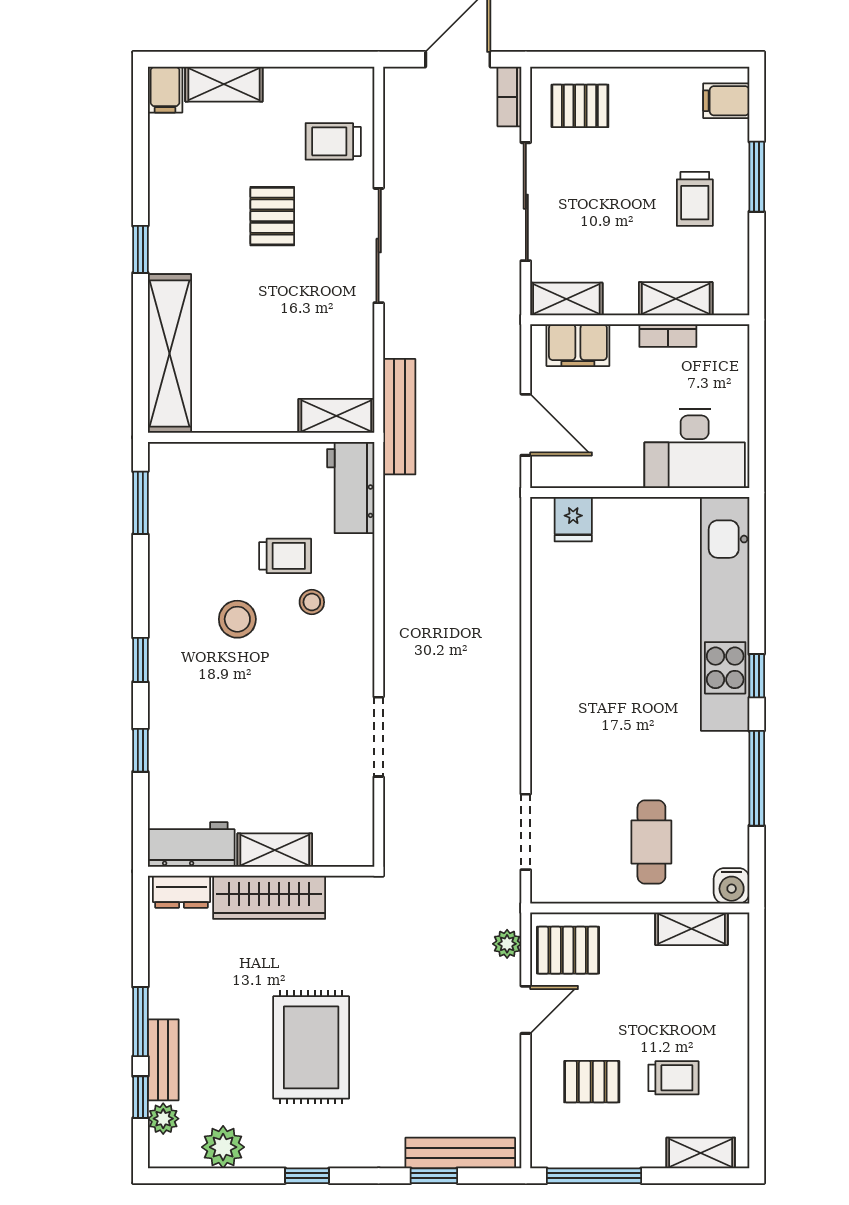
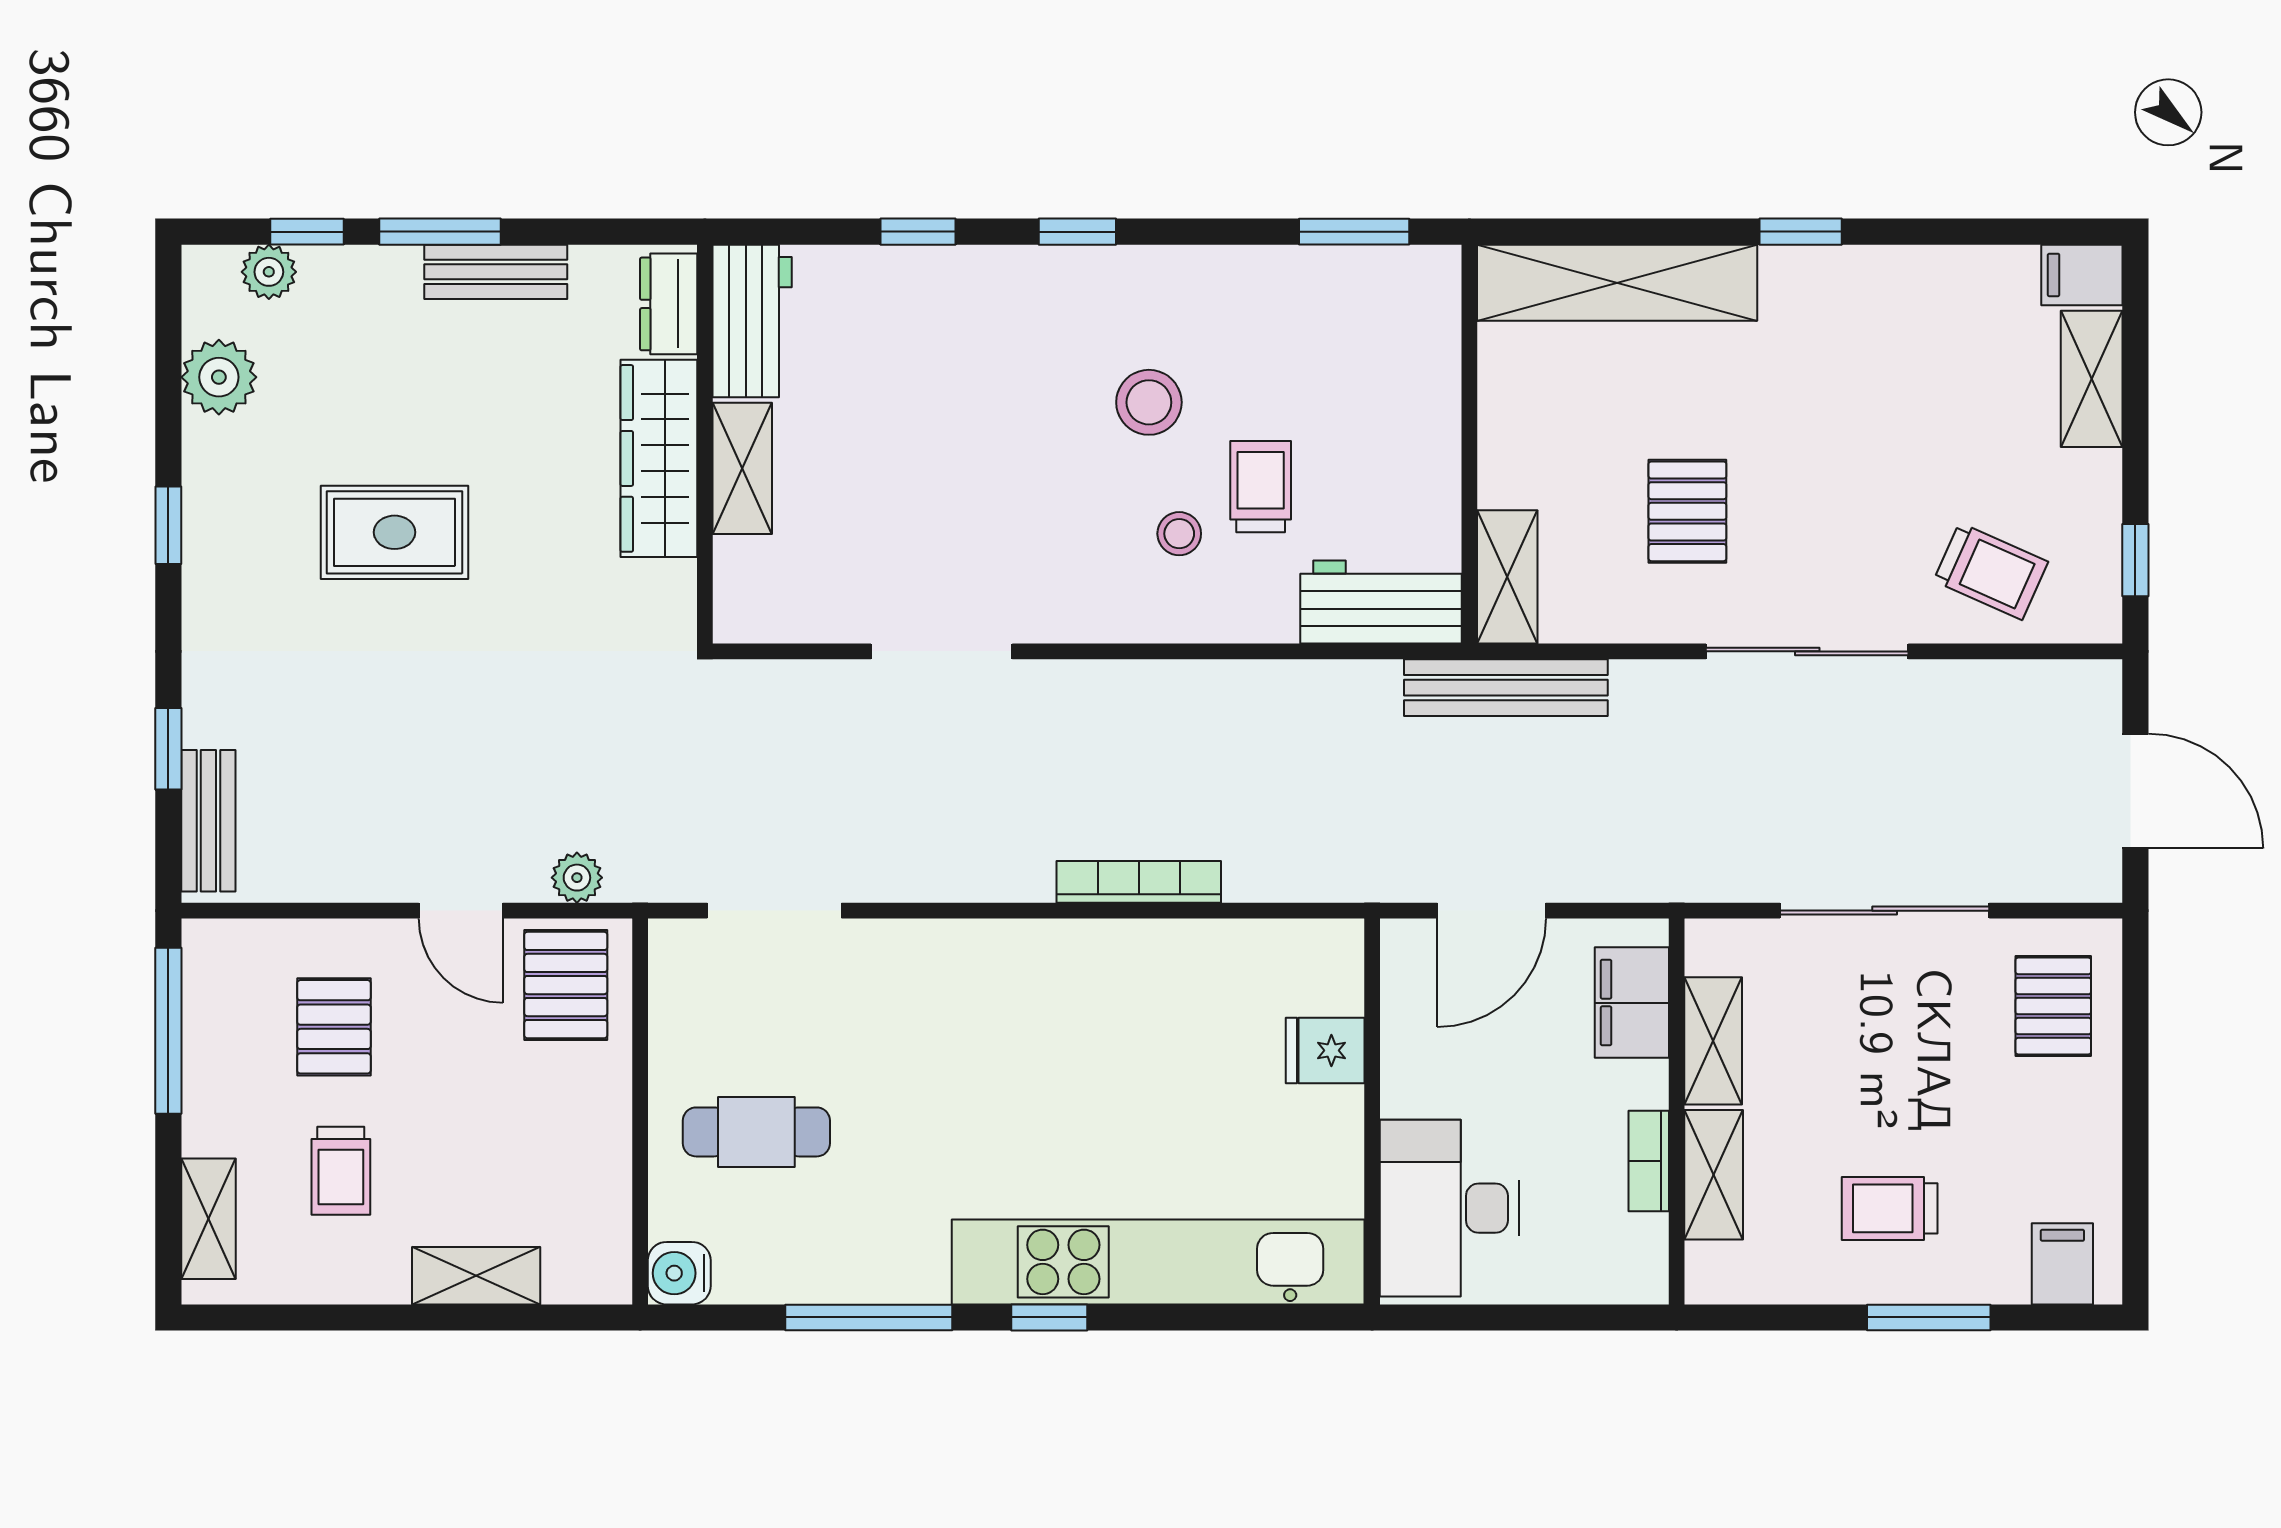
window: (327, 59) -> (2135, 560), added
bookcase: (509, 97) -> (1139, 882), moved, width x1.56
trolley: (333, 141) -> (1991, 571), turned 114
pallet: (272, 216) -> (1687, 511), moved, turned 90
shelving: (566, 299) -> (1713, 1041), moved
fridge: (573, 519) -> (1325, 1050), moved
trolley: (285, 556) -> (1261, 487), turned 180
shelving: (692, 929) -> (476, 1276), moved, turned 90
rug: (311, 1047) -> (394, 532), width x0.73, depth x0.70
bench: (163, 1060) -> (496, 272), moved
bench: (460, 1153) -> (208, 821), width x0.73

